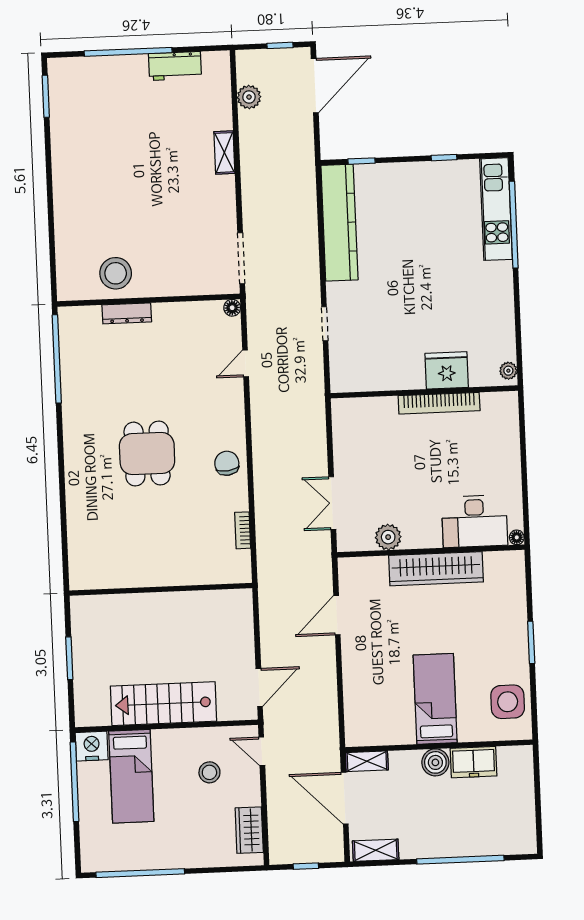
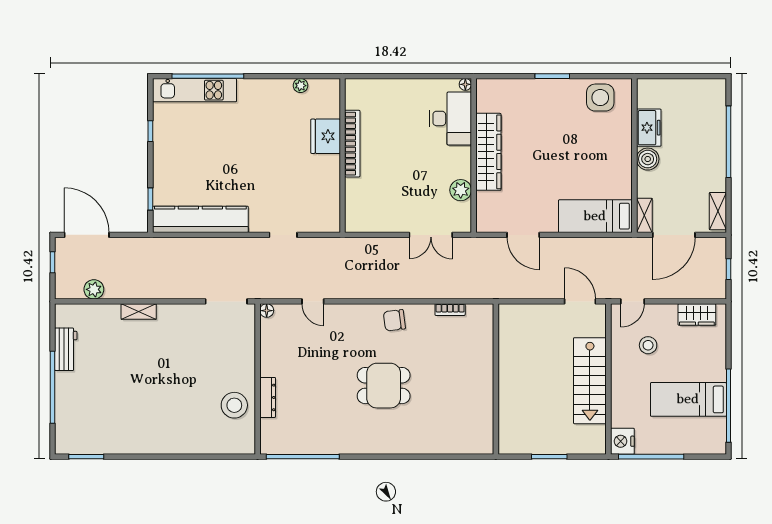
plant: (508, 371) -> (300, 86), moved
bed: (435, 699) -> (595, 216), moved
bed: (131, 776) -> (688, 399), moved, turned 180

